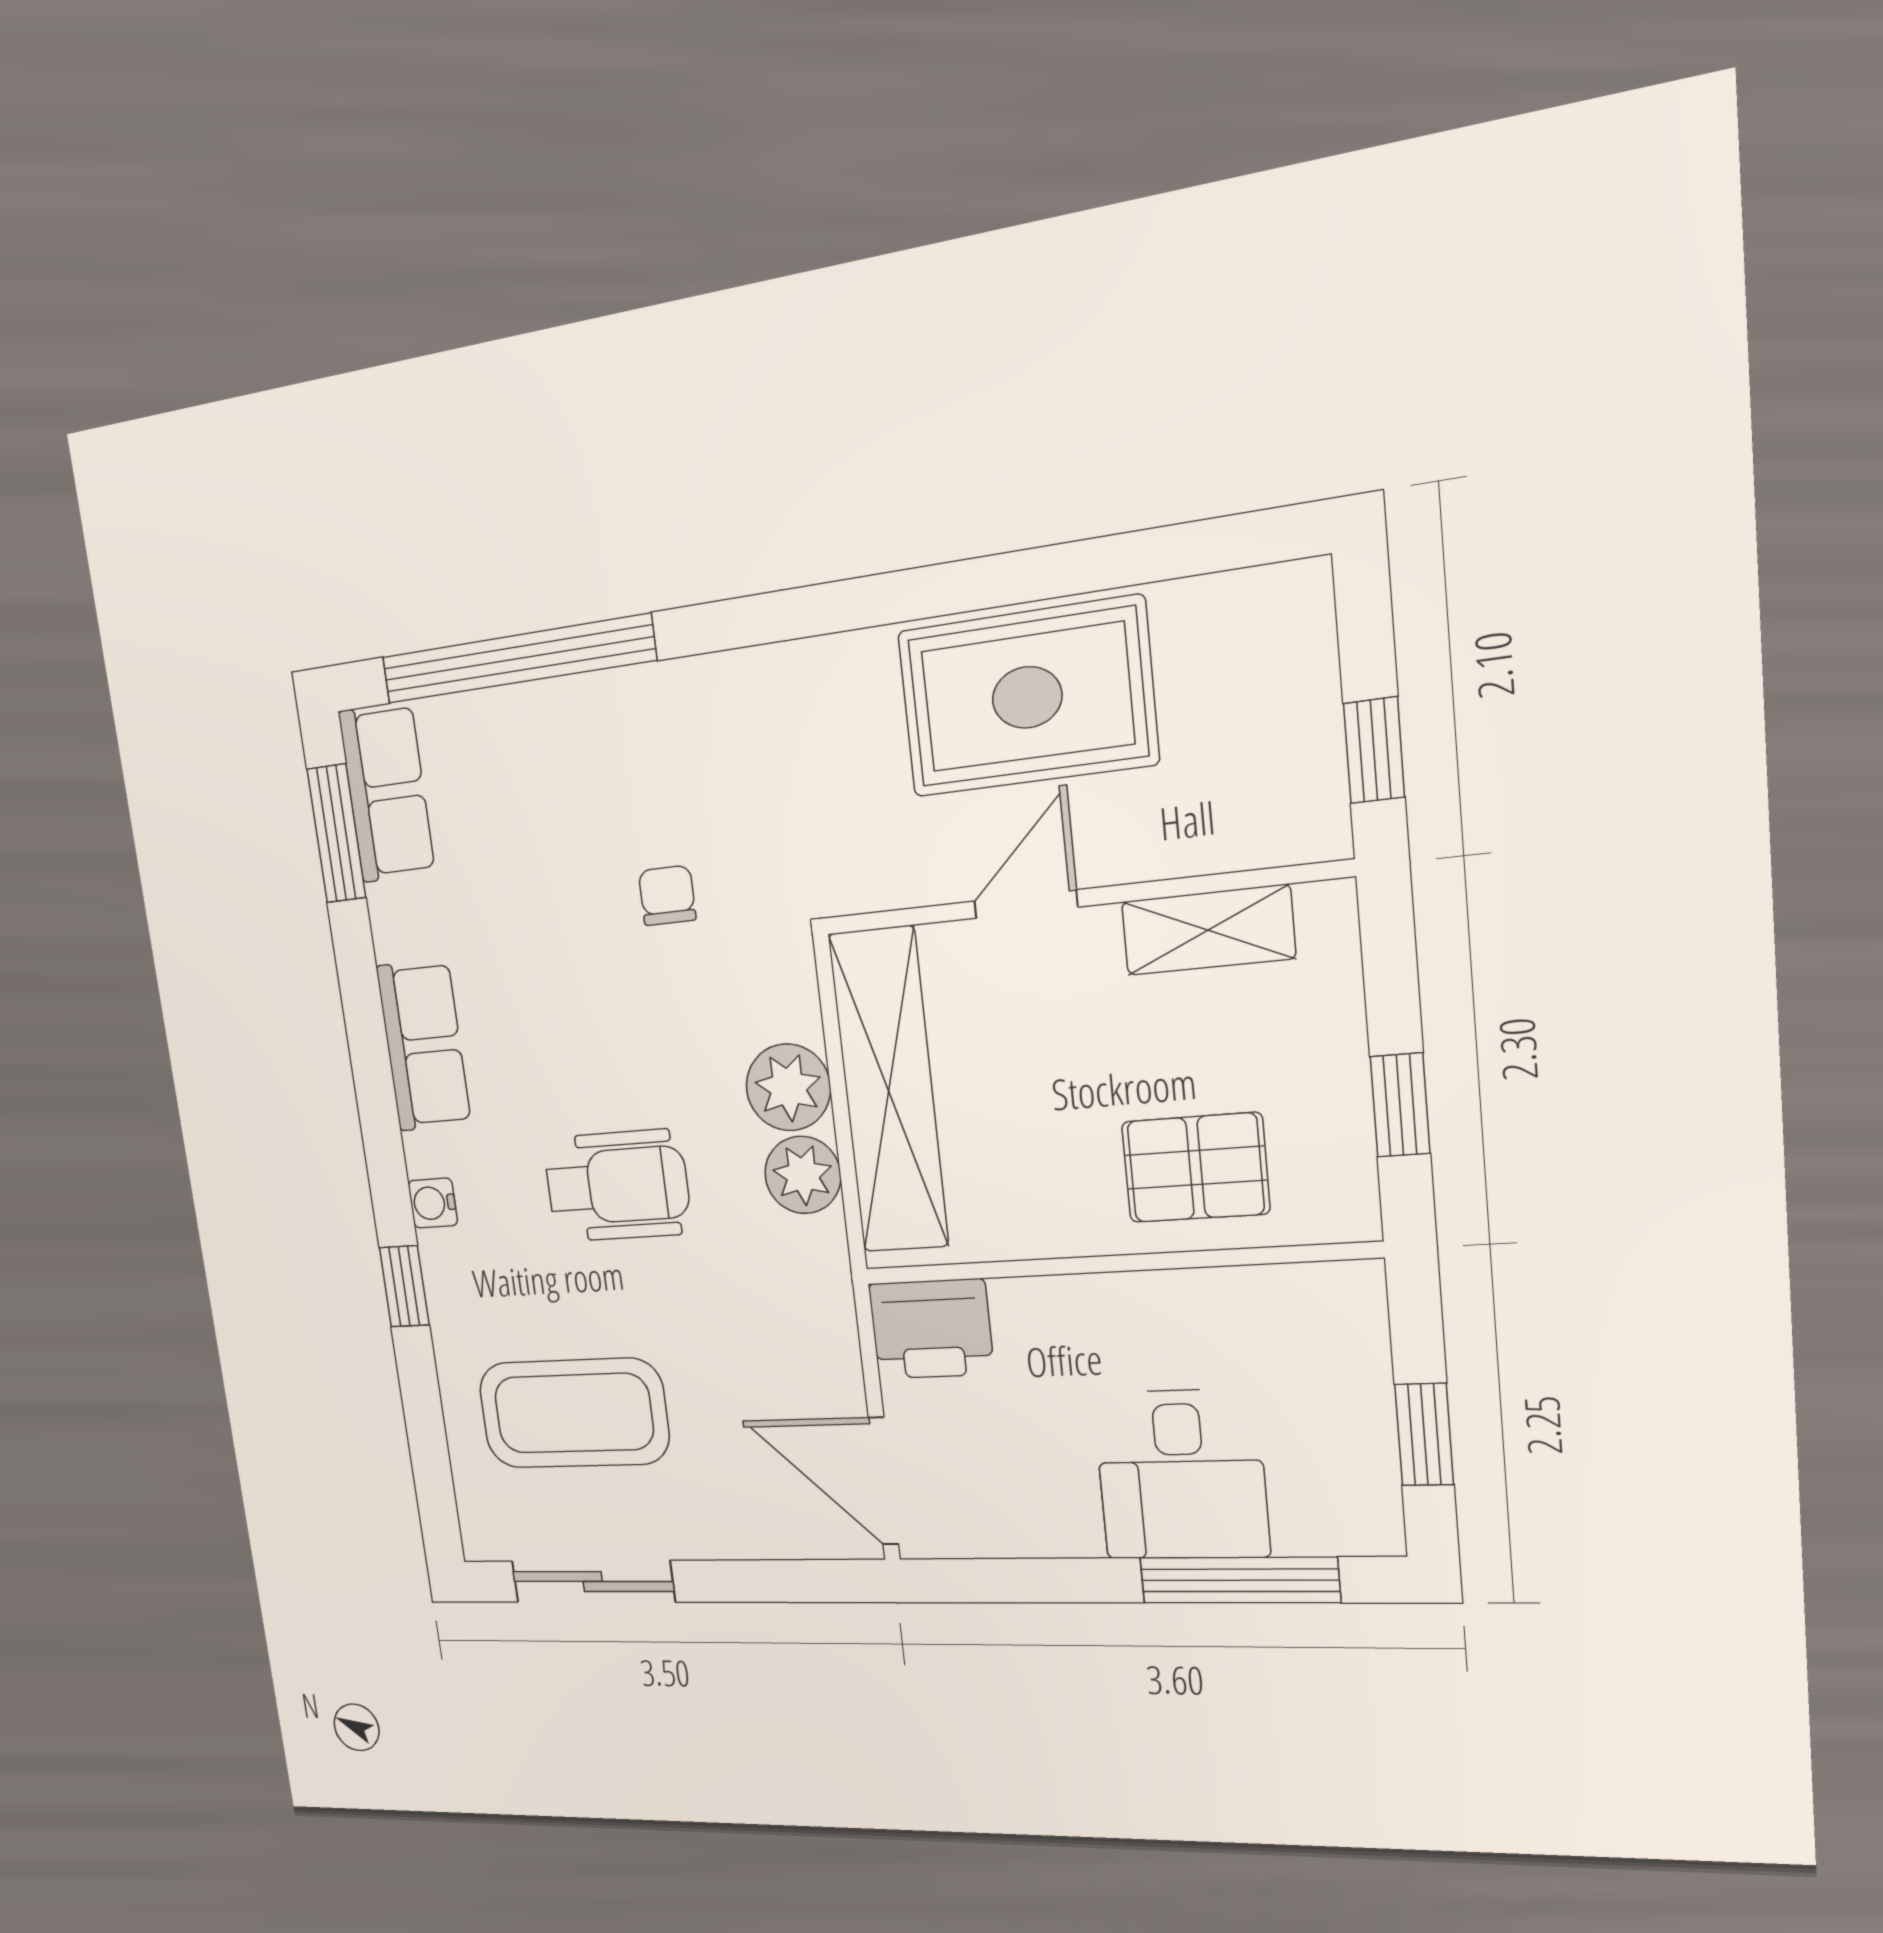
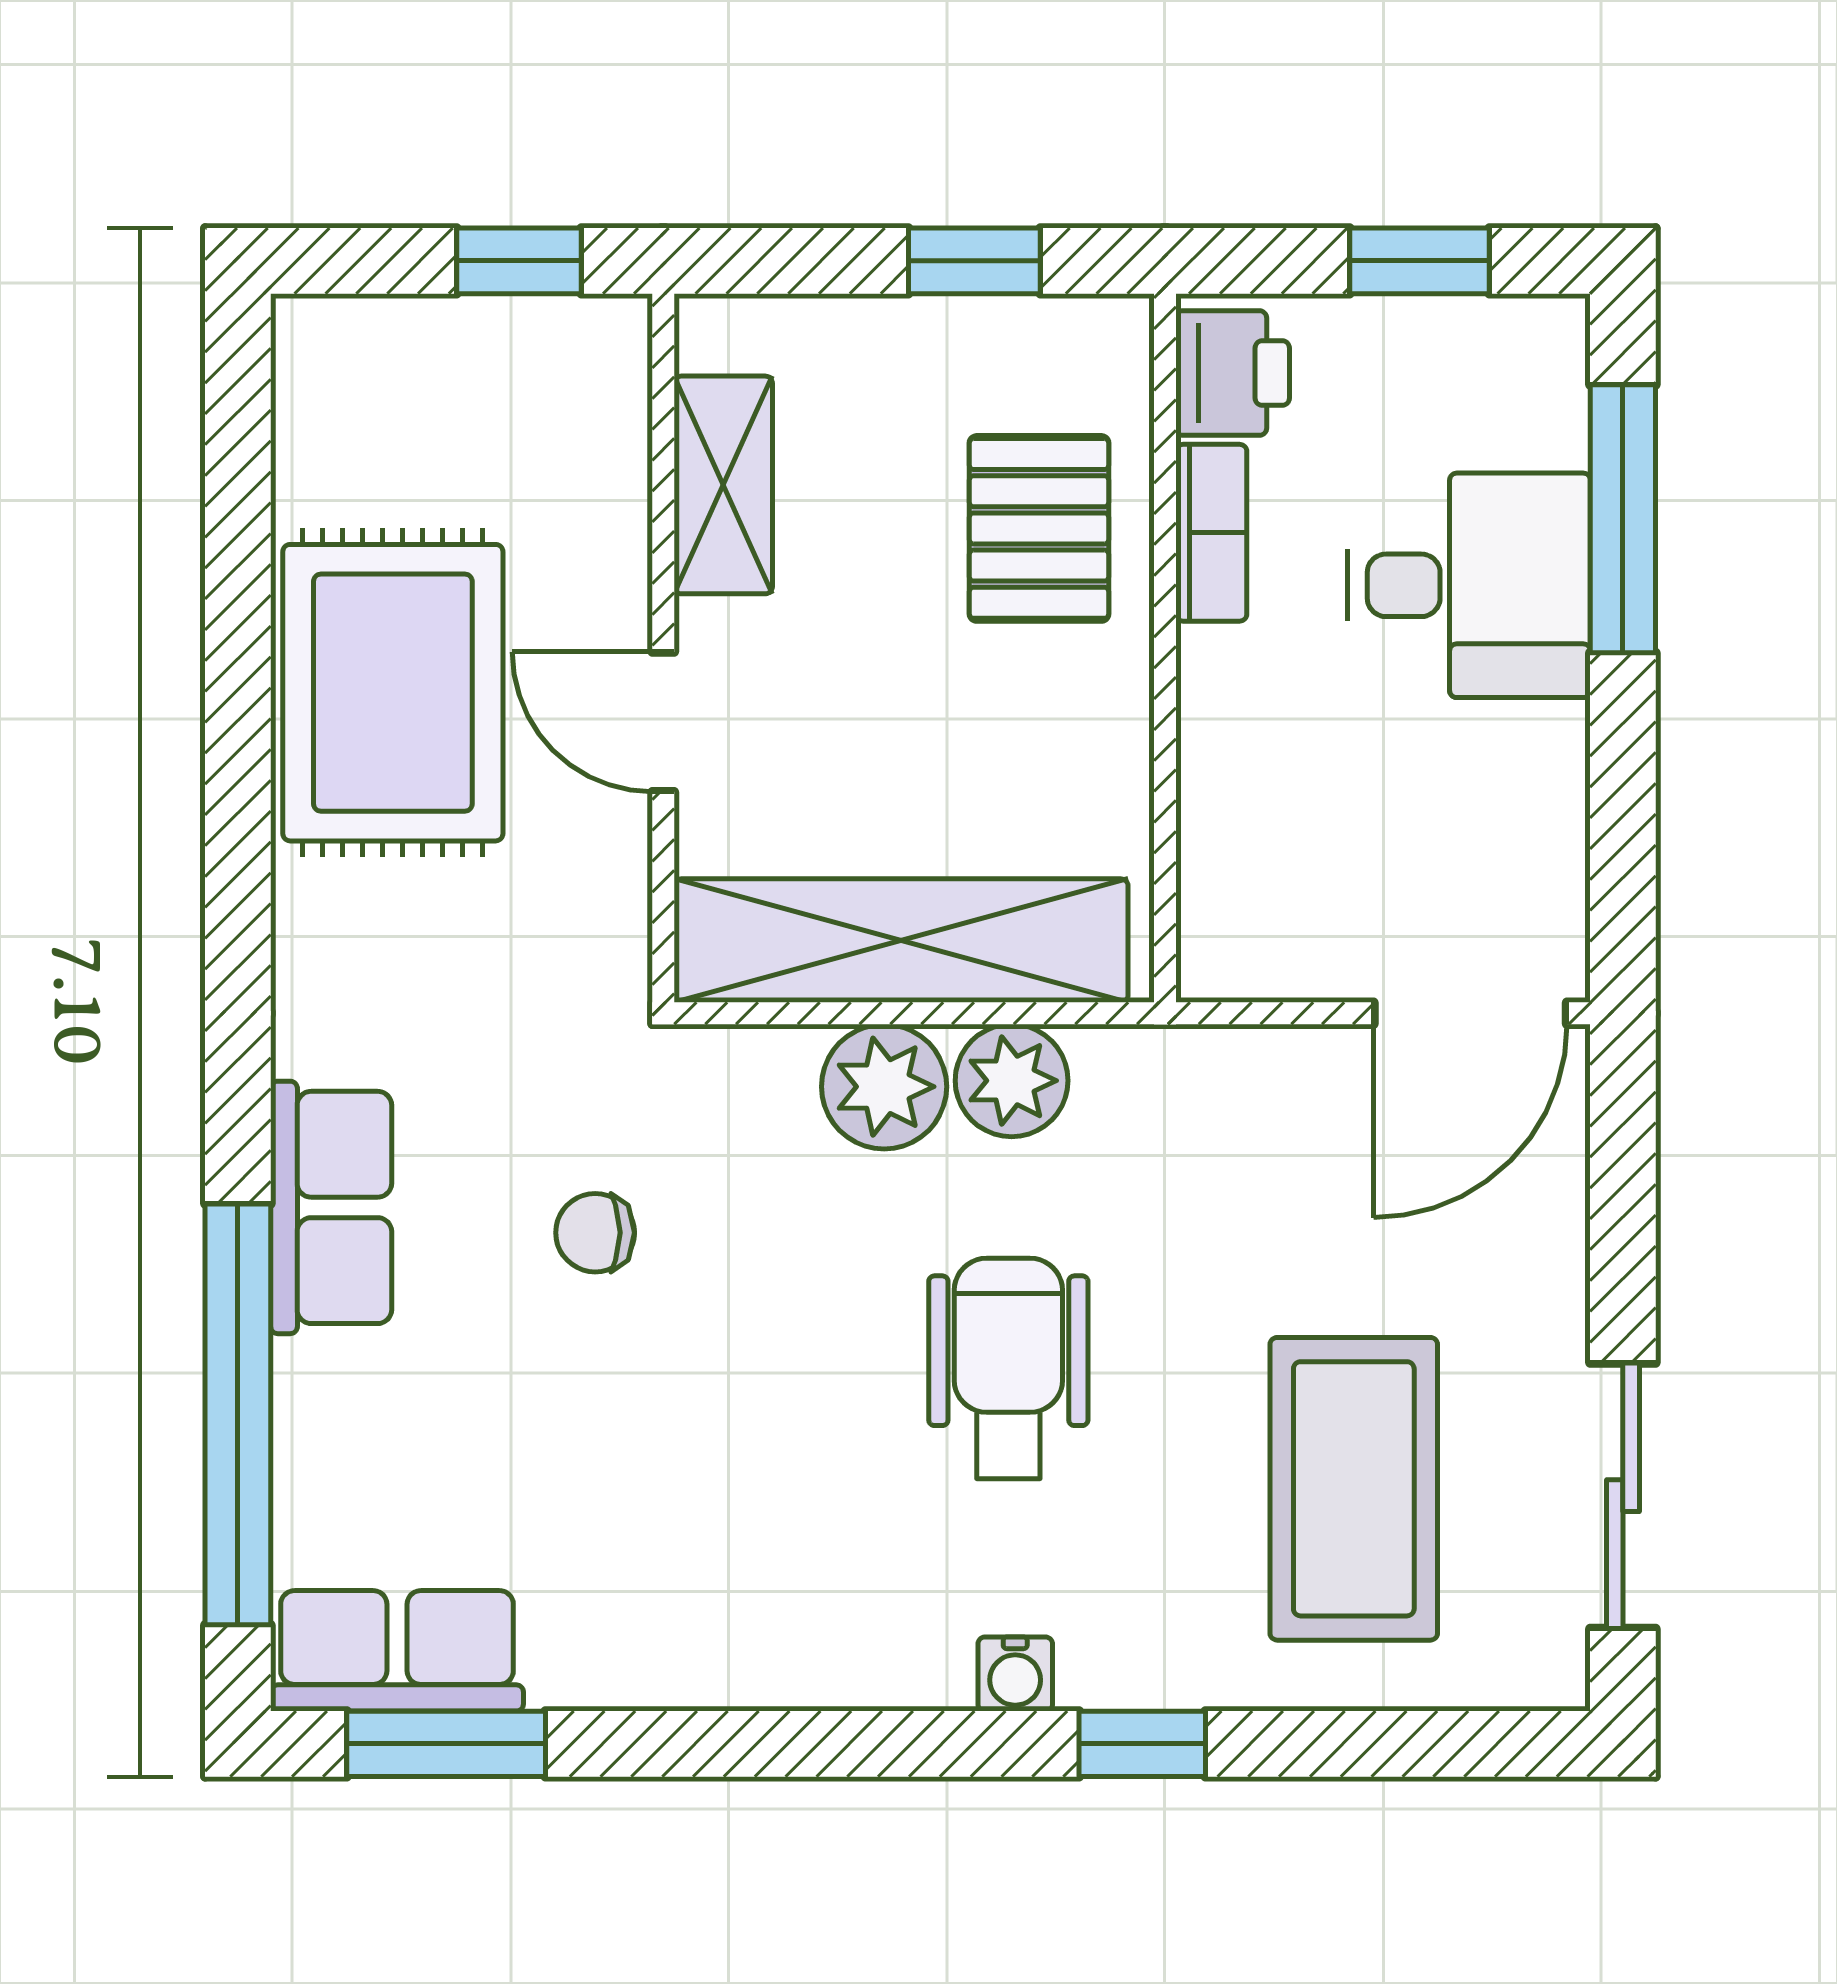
row of seats: (424, 1046) -> (331, 1207), moved, turned 90
bookcase: (1203, 1292) -> (1211, 533), added
printer: (931, 1329) -> (1233, 373), moved, width x0.73, depth x0.81

